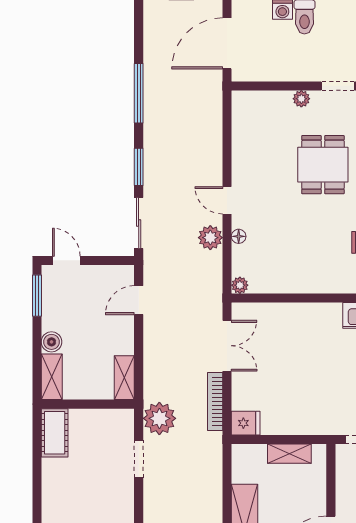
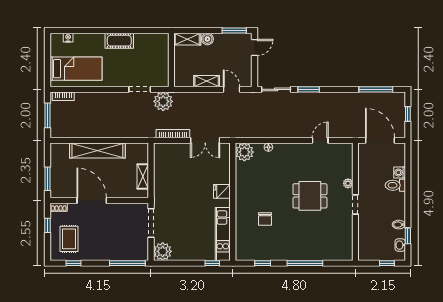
window: (139, 93) -> (376, 89), moved
door: (227, 200) -> (320, 140), moved
plant: (210, 238) -> (268, 131), removed
plant: (240, 285) -> (244, 152), width x1.87, depth x1.87
shelving: (124, 378) -> (207, 81), moved
fridge: (246, 423) -> (222, 191), moved, turned 90
cot: (55, 433) -> (119, 41), moved

